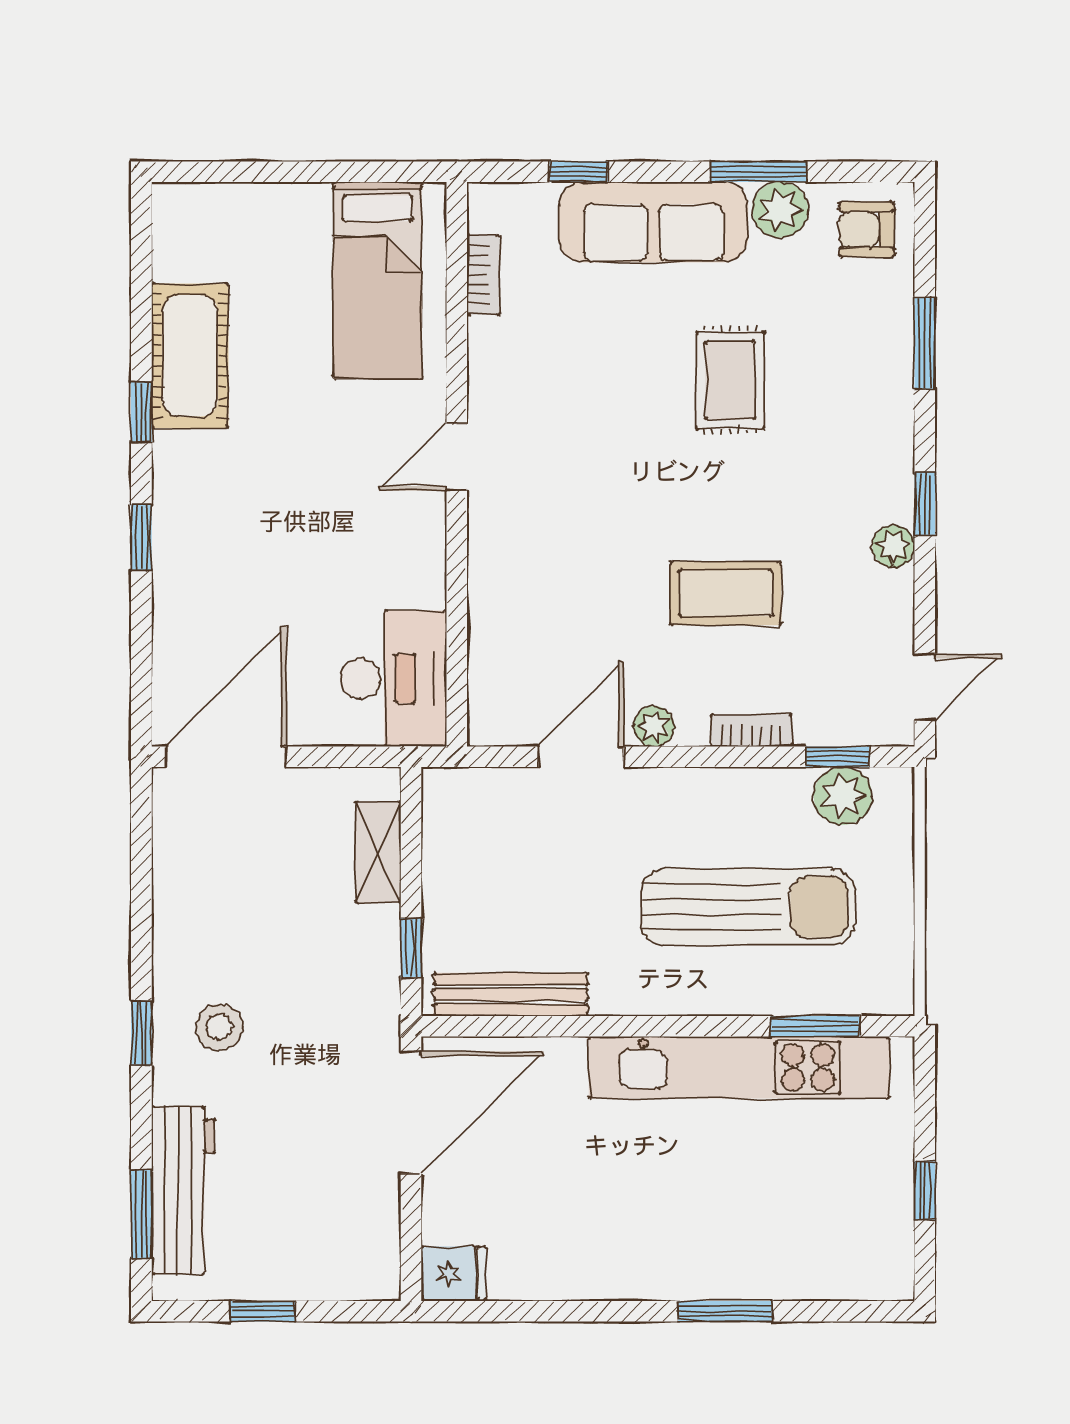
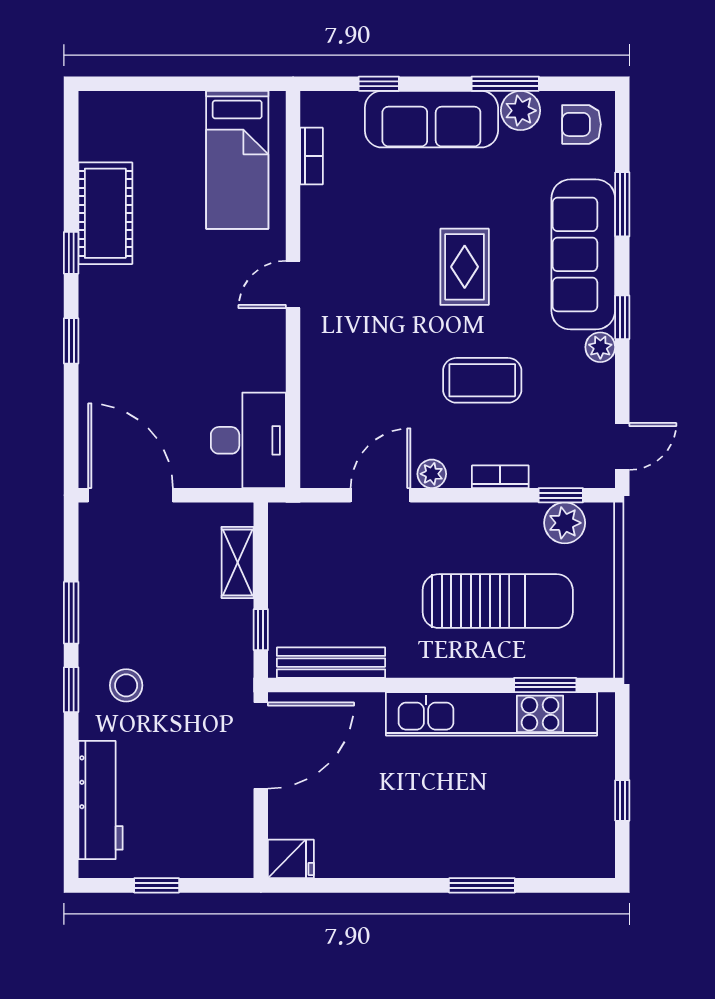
rug: (730, 380) -> (465, 267), moved
sofa: (869, 414) -> (583, 254), added
door: (226, 757) -> (131, 495), hinge flipped
window: (141, 1214) -> (71, 613), moved

